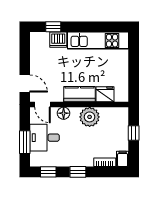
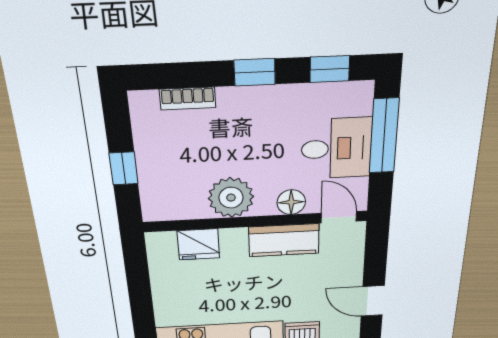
door: (25, 84) -> (373, 301), moved
kitchen counter: (79, 94) -> (284, 240), moved
window: (25, 142) -> (384, 136), width x1.44
filing cabinet: (123, 159) -> (144, 109), removed

